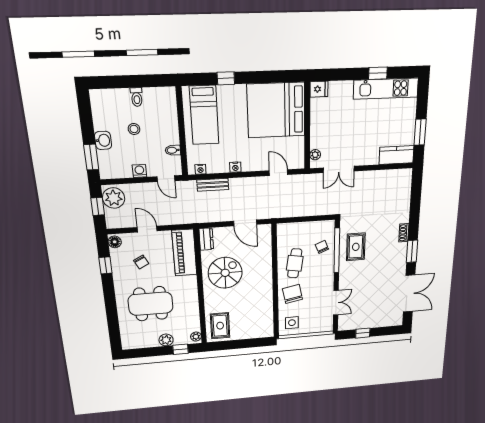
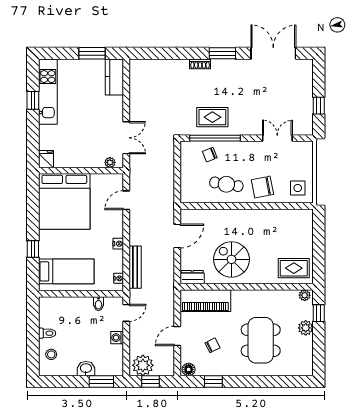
stool: (134, 129) -> (51, 354), moved
bench: (213, 185) -> (135, 267), width x1.36

